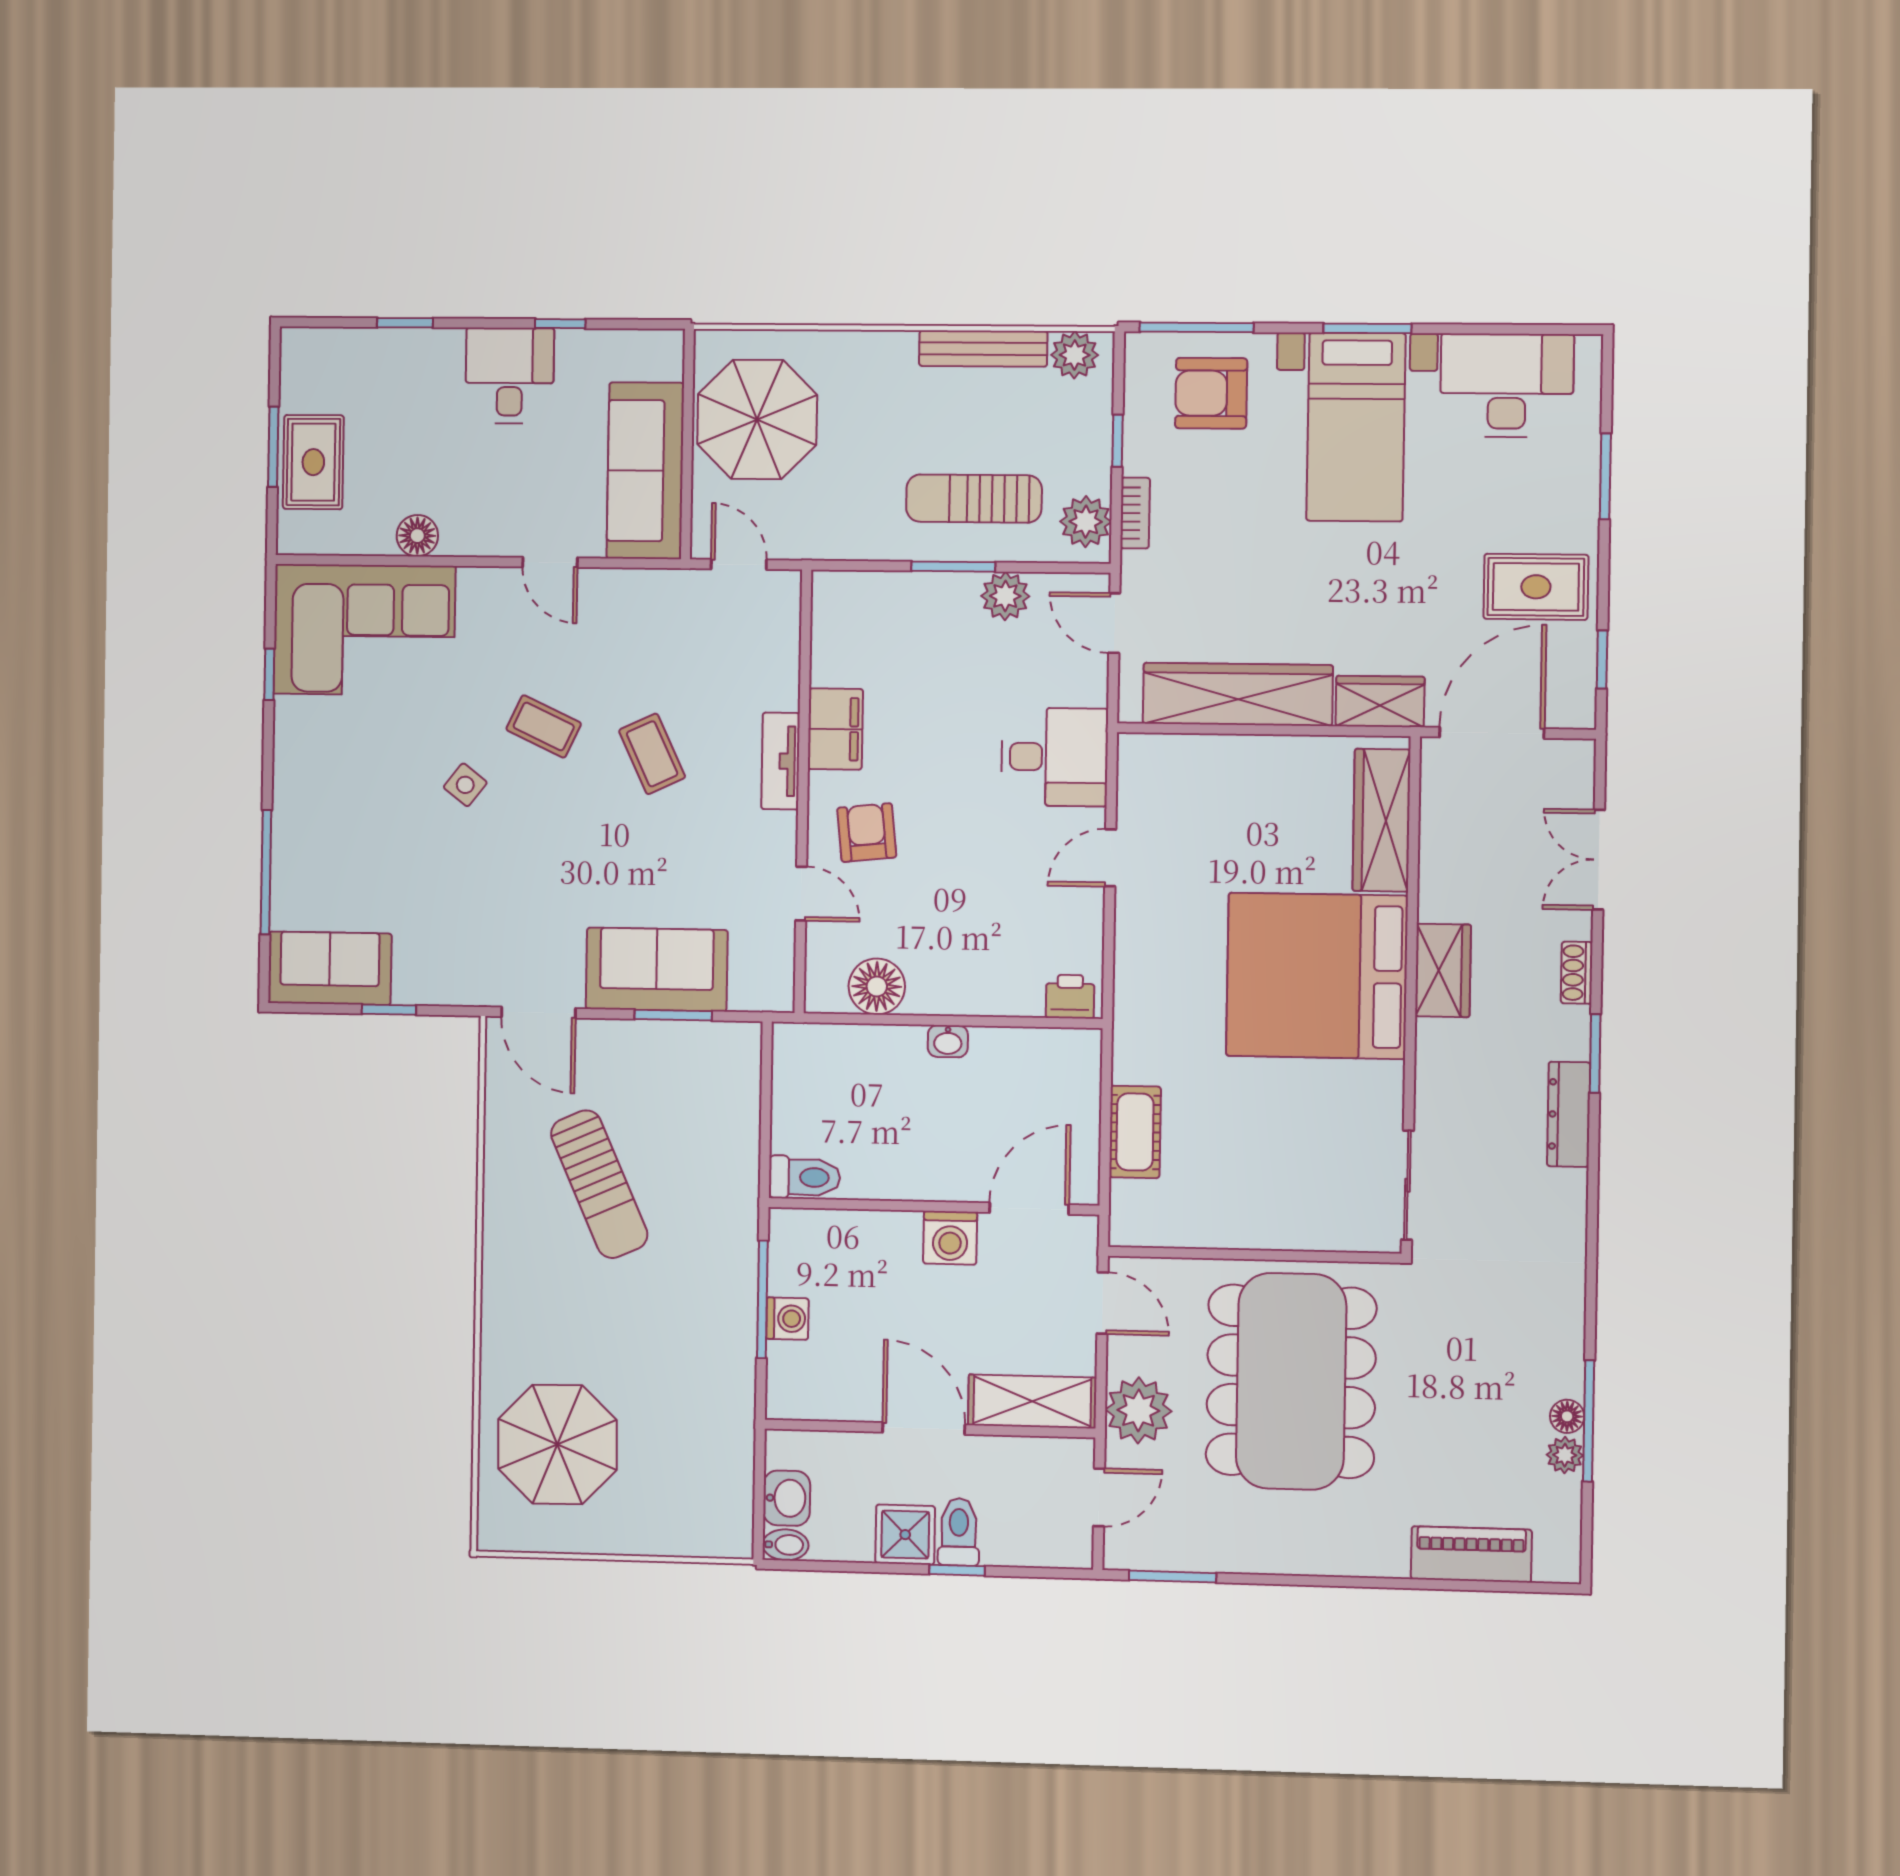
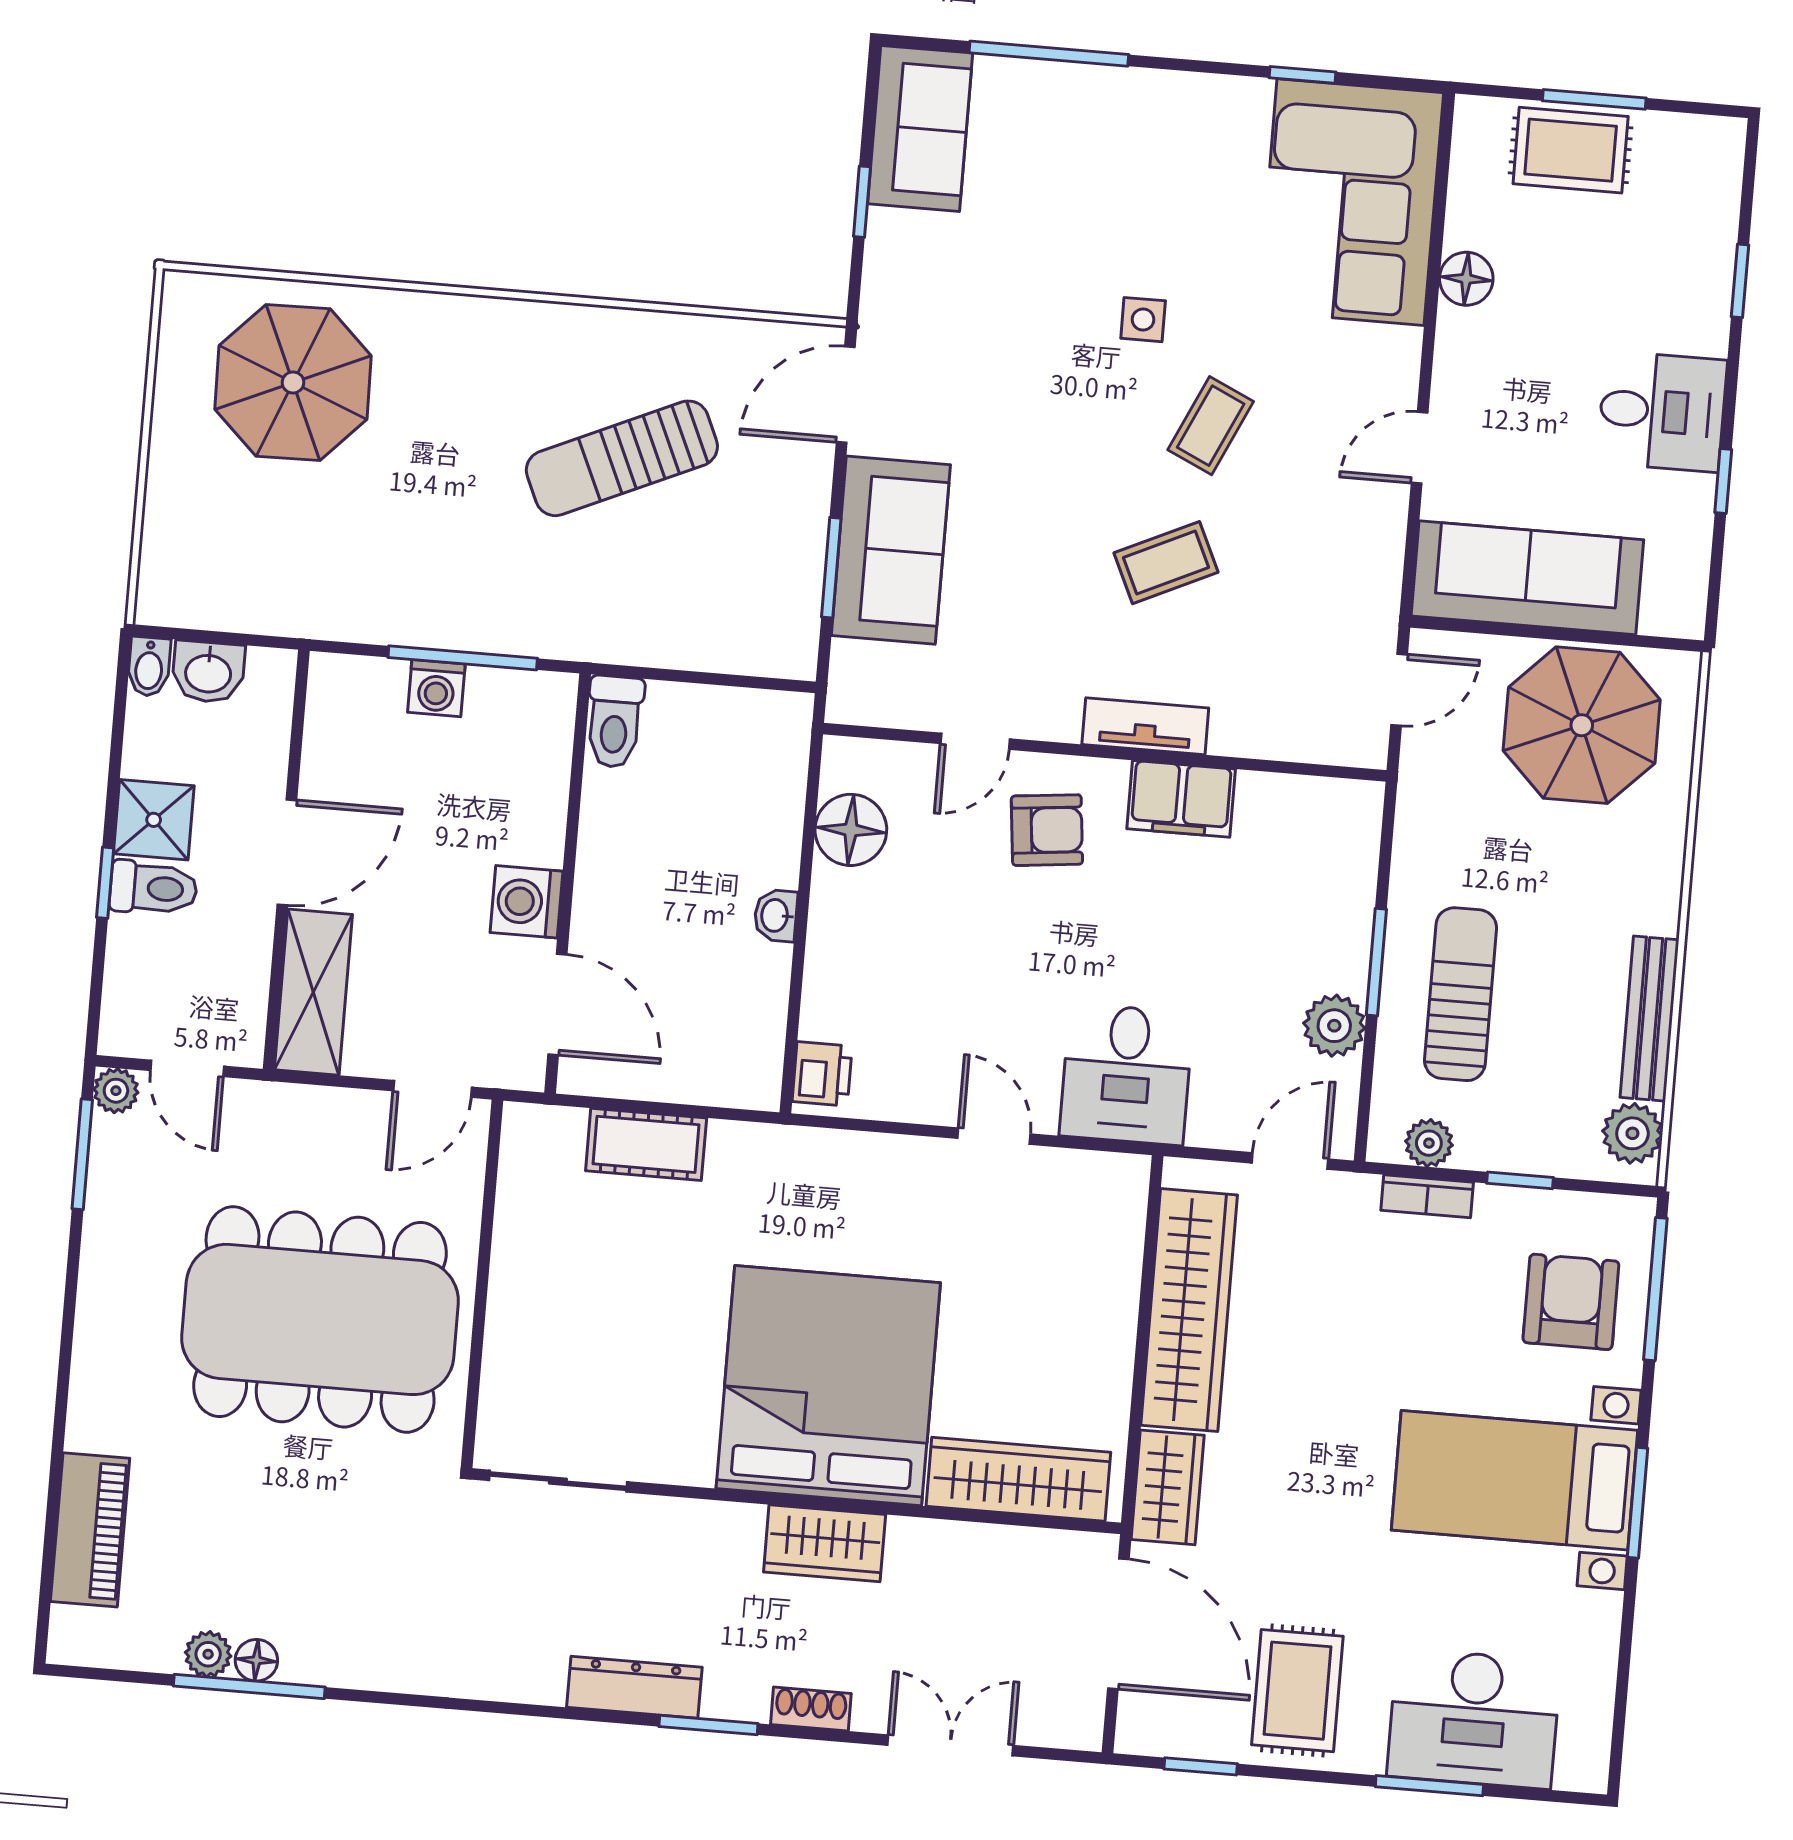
desk: (1507, 385) -> (1474, 1719), moved, turned 90
plant: (1086, 522) -> (1429, 1143), width x0.73, depth x0.73
side table: (465, 785) -> (1143, 320), turned -38
plant: (1138, 1410) -> (116, 1091), moved, width x0.53, depth x0.53

